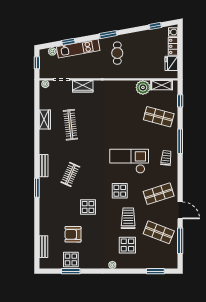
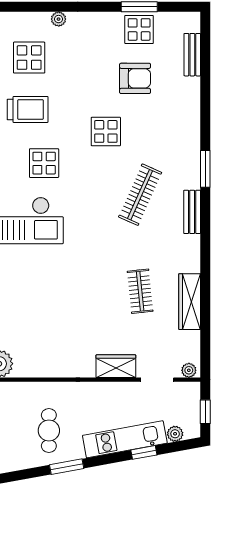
wardrobe: (45, 119) -> (190, 302), width x1.50
clothes rail: (70, 125) -> (140, 291), width x0.73
clothes rail: (70, 174) -> (140, 195), width x1.36
trolley: (128, 218) -> (28, 109), turned -90

